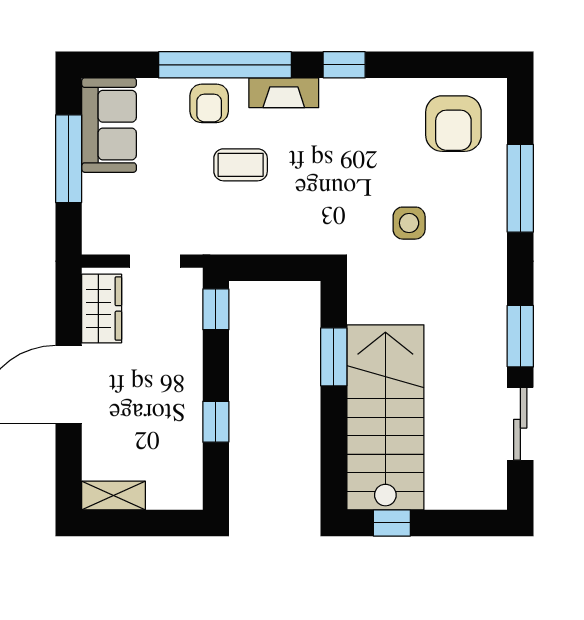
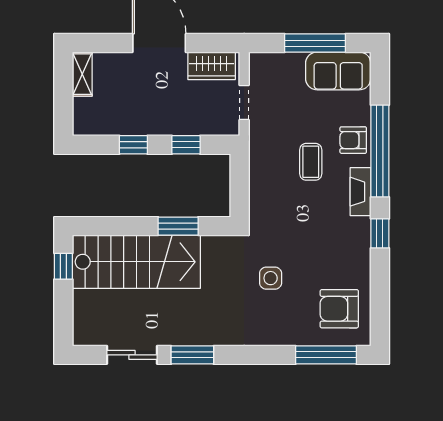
window: (520, 188) -> (326, 355), moved
window: (216, 309) -> (186, 145), moved

